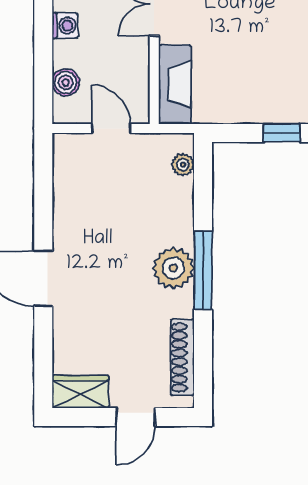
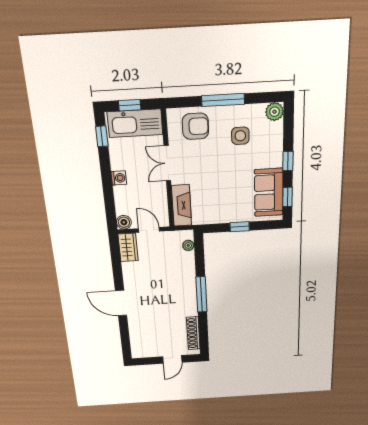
boiler: (66, 82) -> (124, 222), moved
plant: (173, 268) -> (186, 294), removed
wardrobe: (80, 392) -> (128, 247), moved, turned 90

